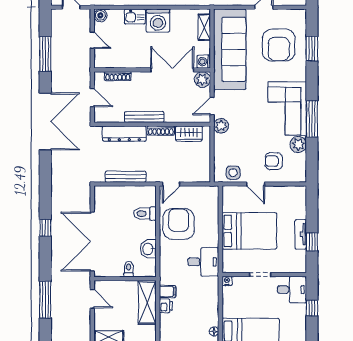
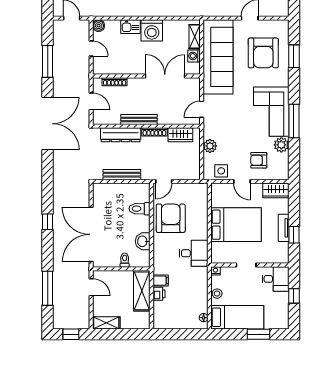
washing machine: (204, 62) -> (194, 56), moved
plant: (202, 79) -> (193, 85), removed
plant: (221, 126) -> (210, 146), moved
wardrobe: (292, 194) -> (276, 190), added
stool: (229, 305) -> (217, 294), added

